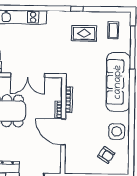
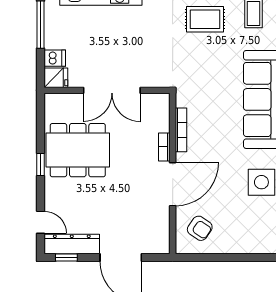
door: (63, 132) -> (173, 184), swing flipped
armchair: (106, 155) -> (200, 228), moved

